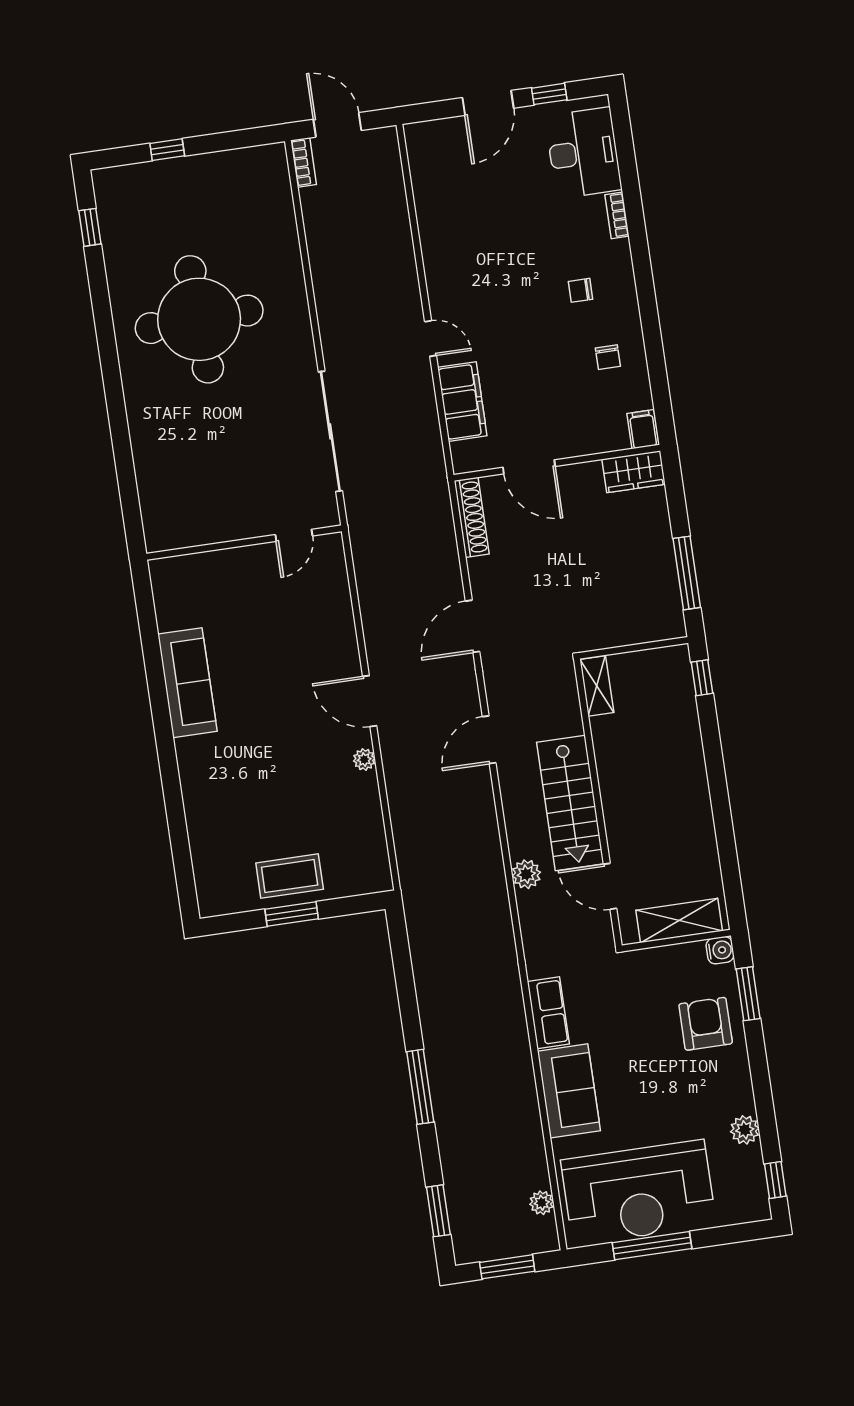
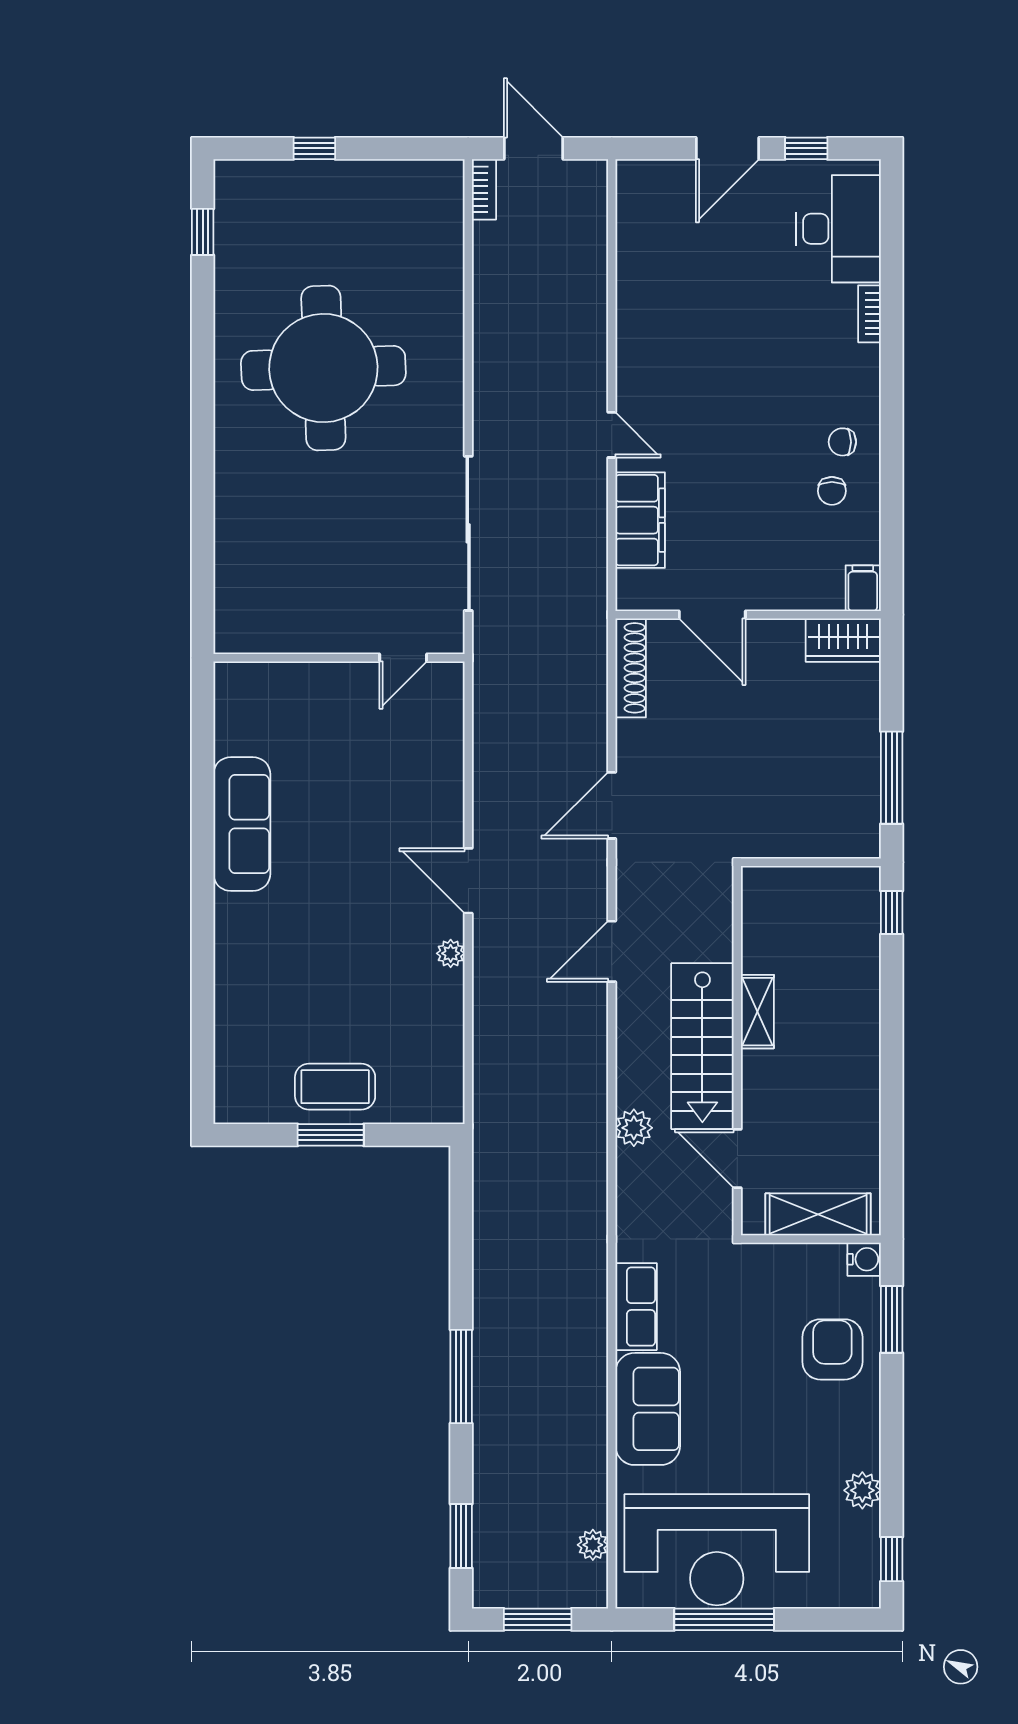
chair: (581, 290) -> (842, 442), moved
shelving: (597, 686) -> (757, 1012), moved

